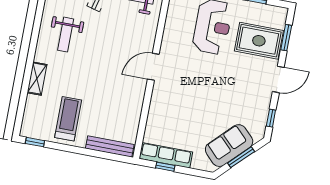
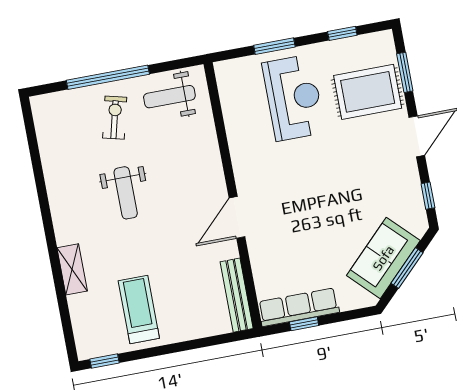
weight bench: (66, 35) -> (126, 193), moved
door: (153, 67) -> (237, 217), moved
bench: (110, 146) -> (237, 295), moved, turned 90

